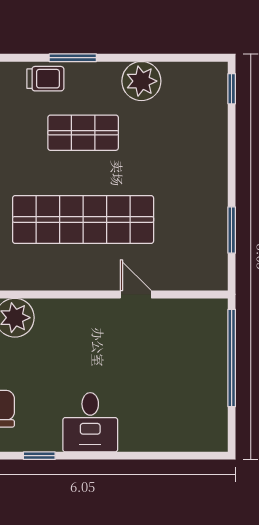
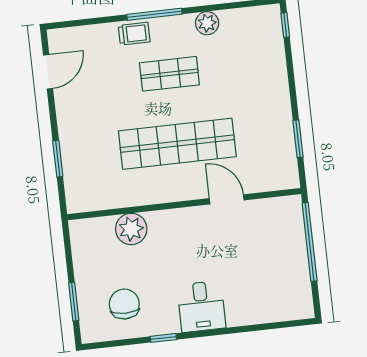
window: (73, 58) -> (154, 14), width x1.44
plant: (141, 81) -> (207, 23), width x0.73, depth x0.73
door: (136, 294) -> (227, 199), width x1.38

